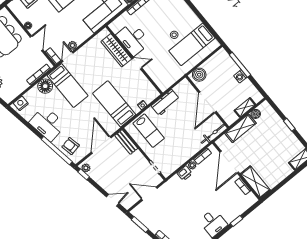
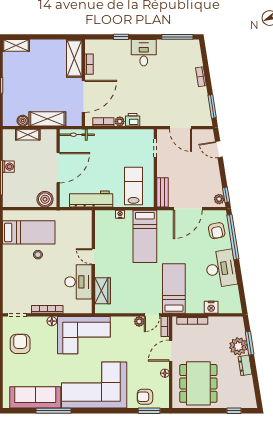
wardrobe: (116, 50) -> (103, 291), width x0.67
floor lamp: (45, 86) -> (195, 305), removed
nightstand: (21, 103) -> (211, 307), moved
workbench: (165, 103) -> (91, 199), width x1.38

